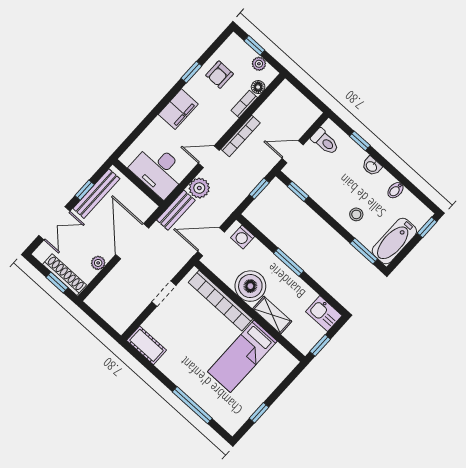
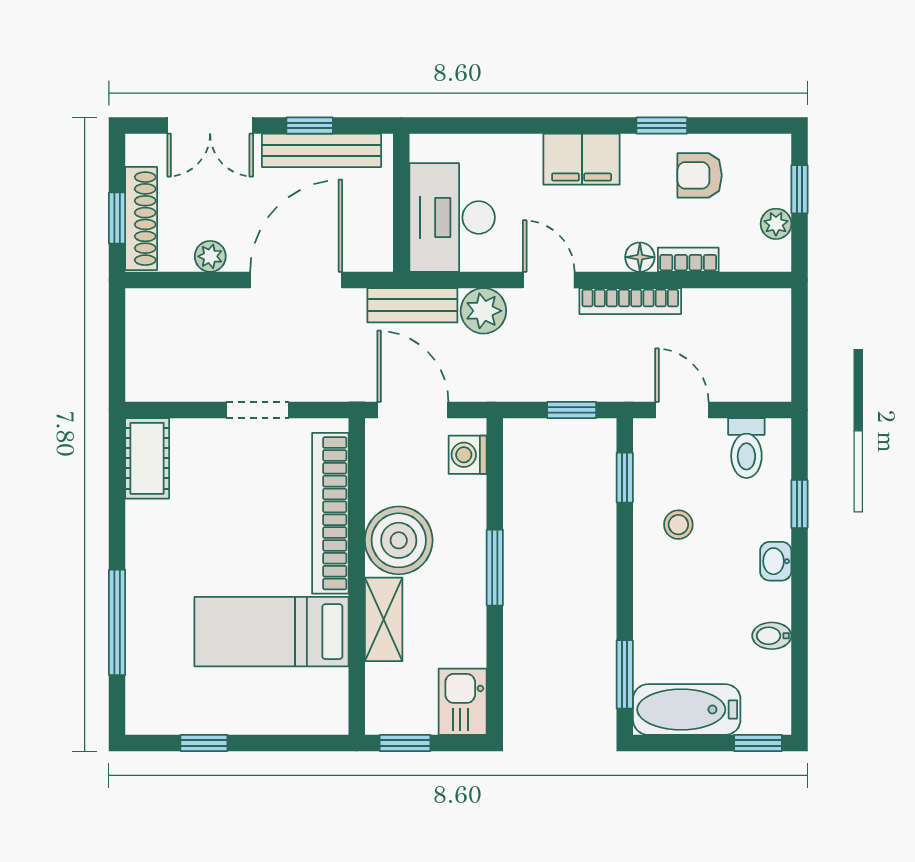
floor lamp: (258, 87) -> (640, 257), moved
stool: (356, 214) -> (678, 525), moved

